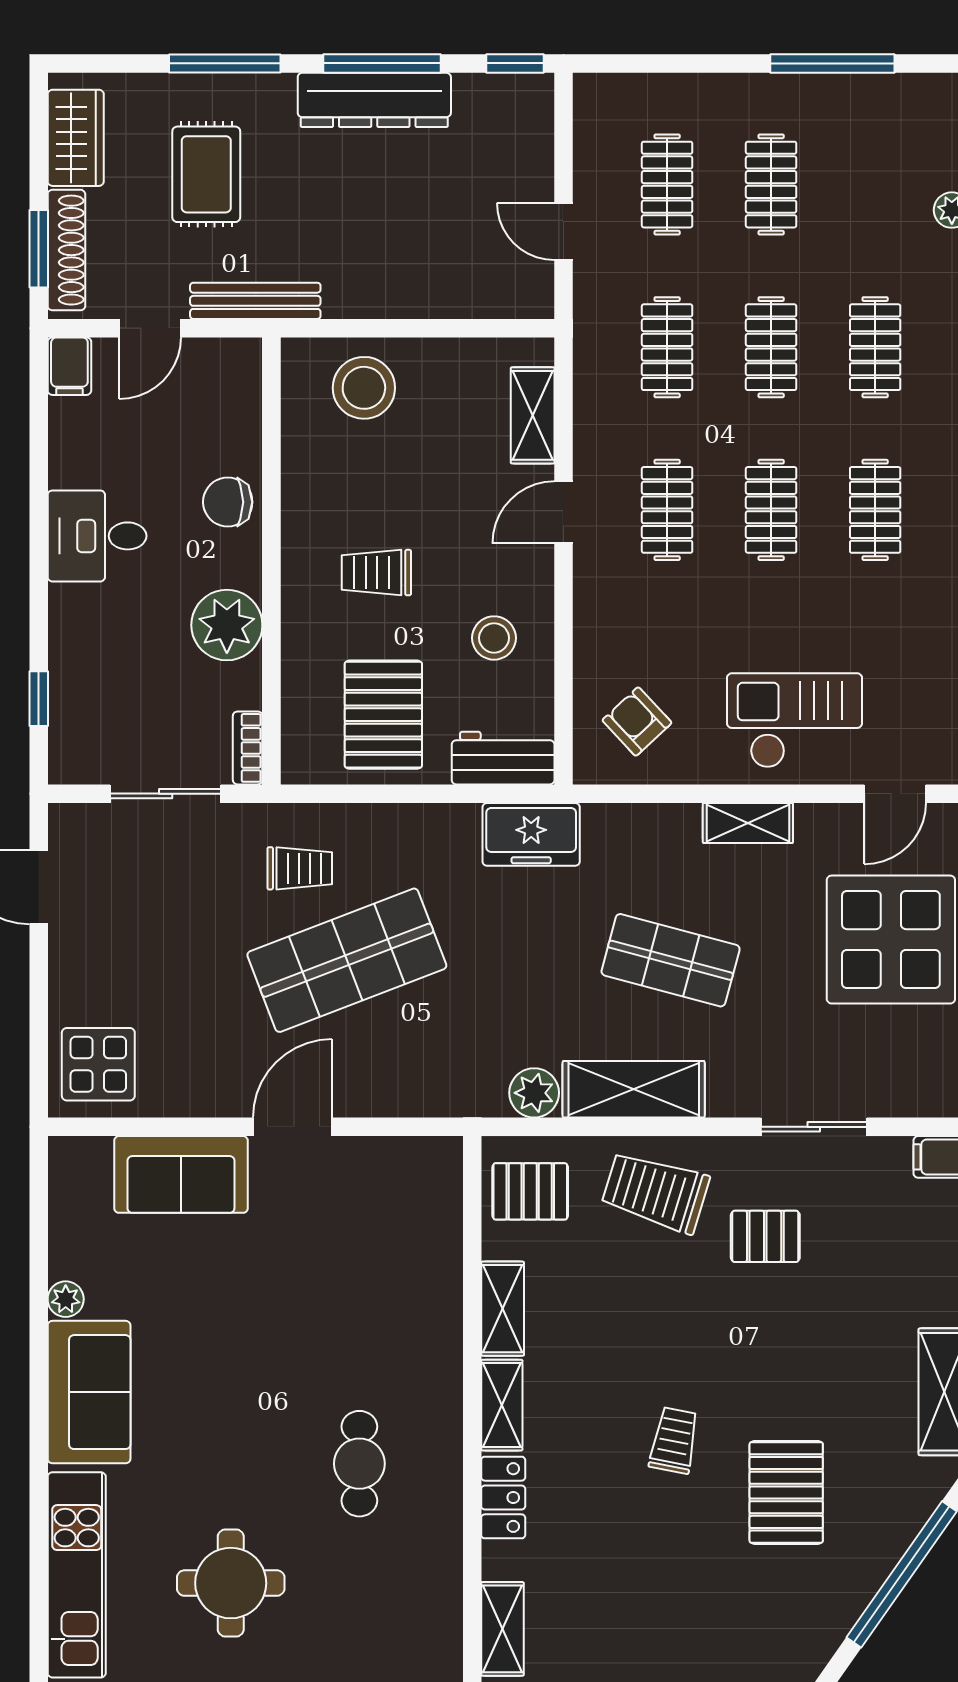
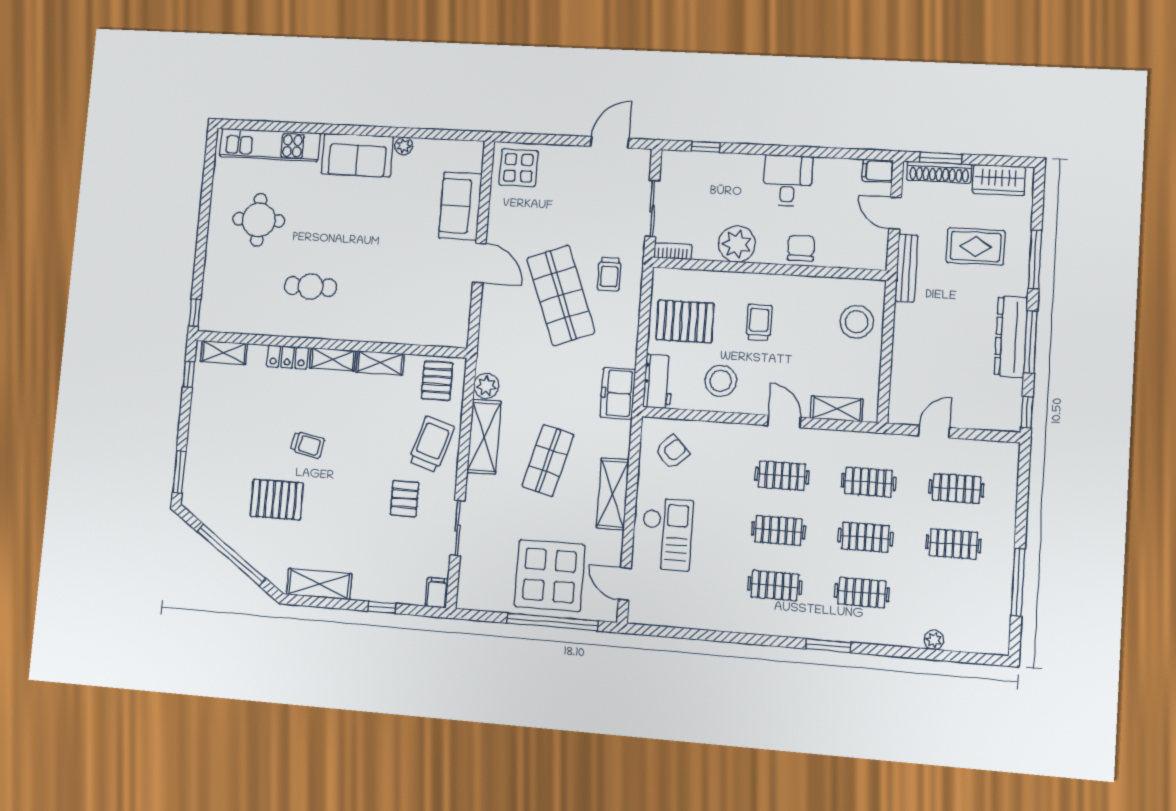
stool: (494, 638) -> (721, 381), width x1.38, depth x1.38
shelving: (748, 823) -> (613, 494), width x1.50, depth x1.33

